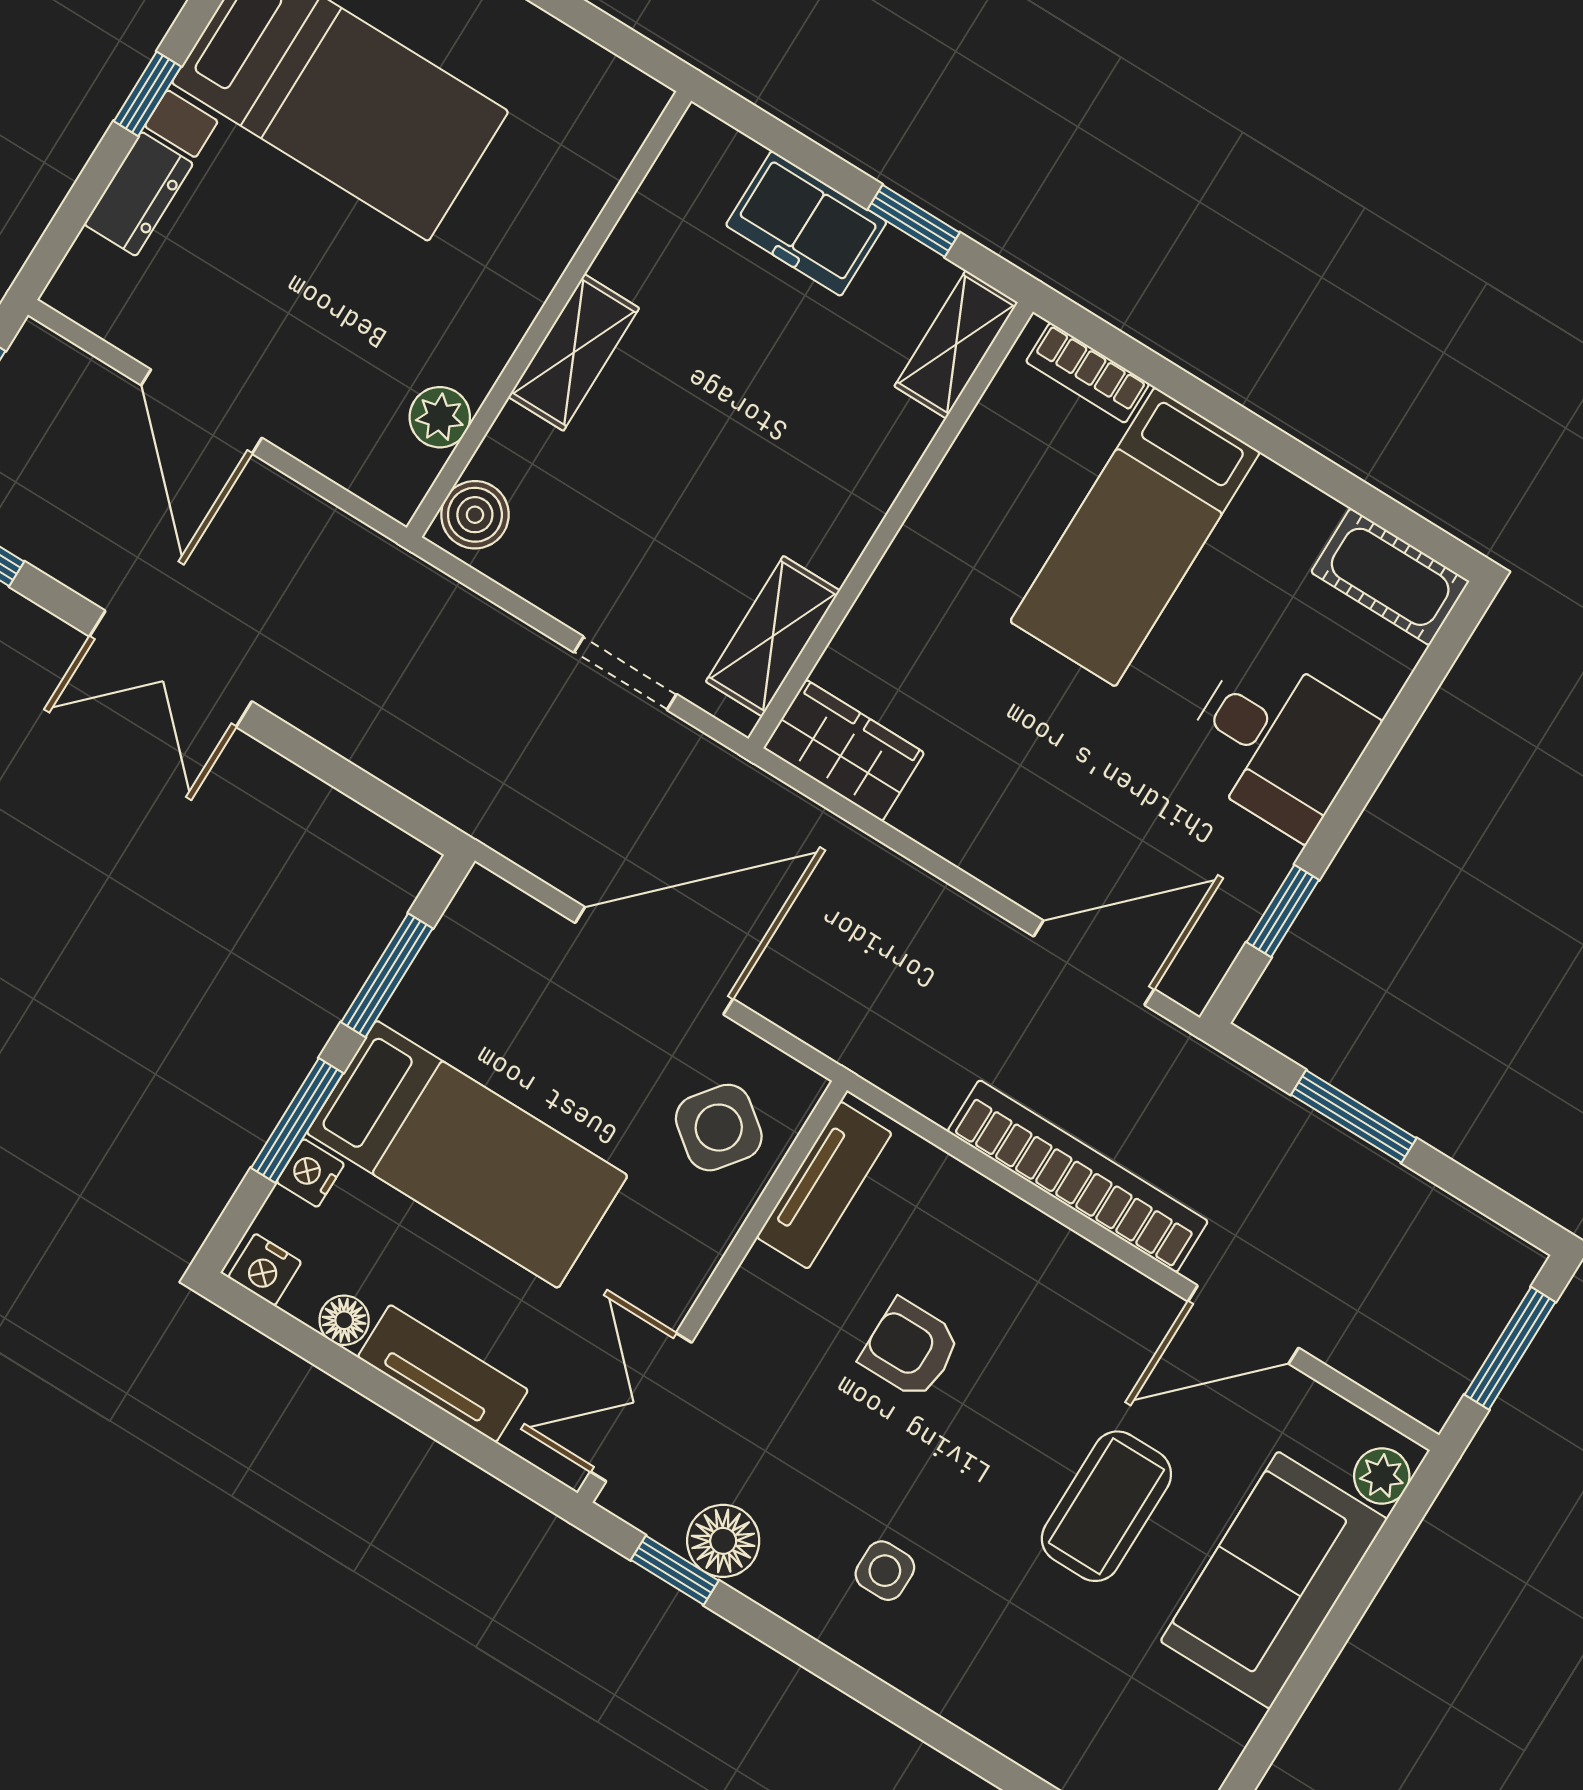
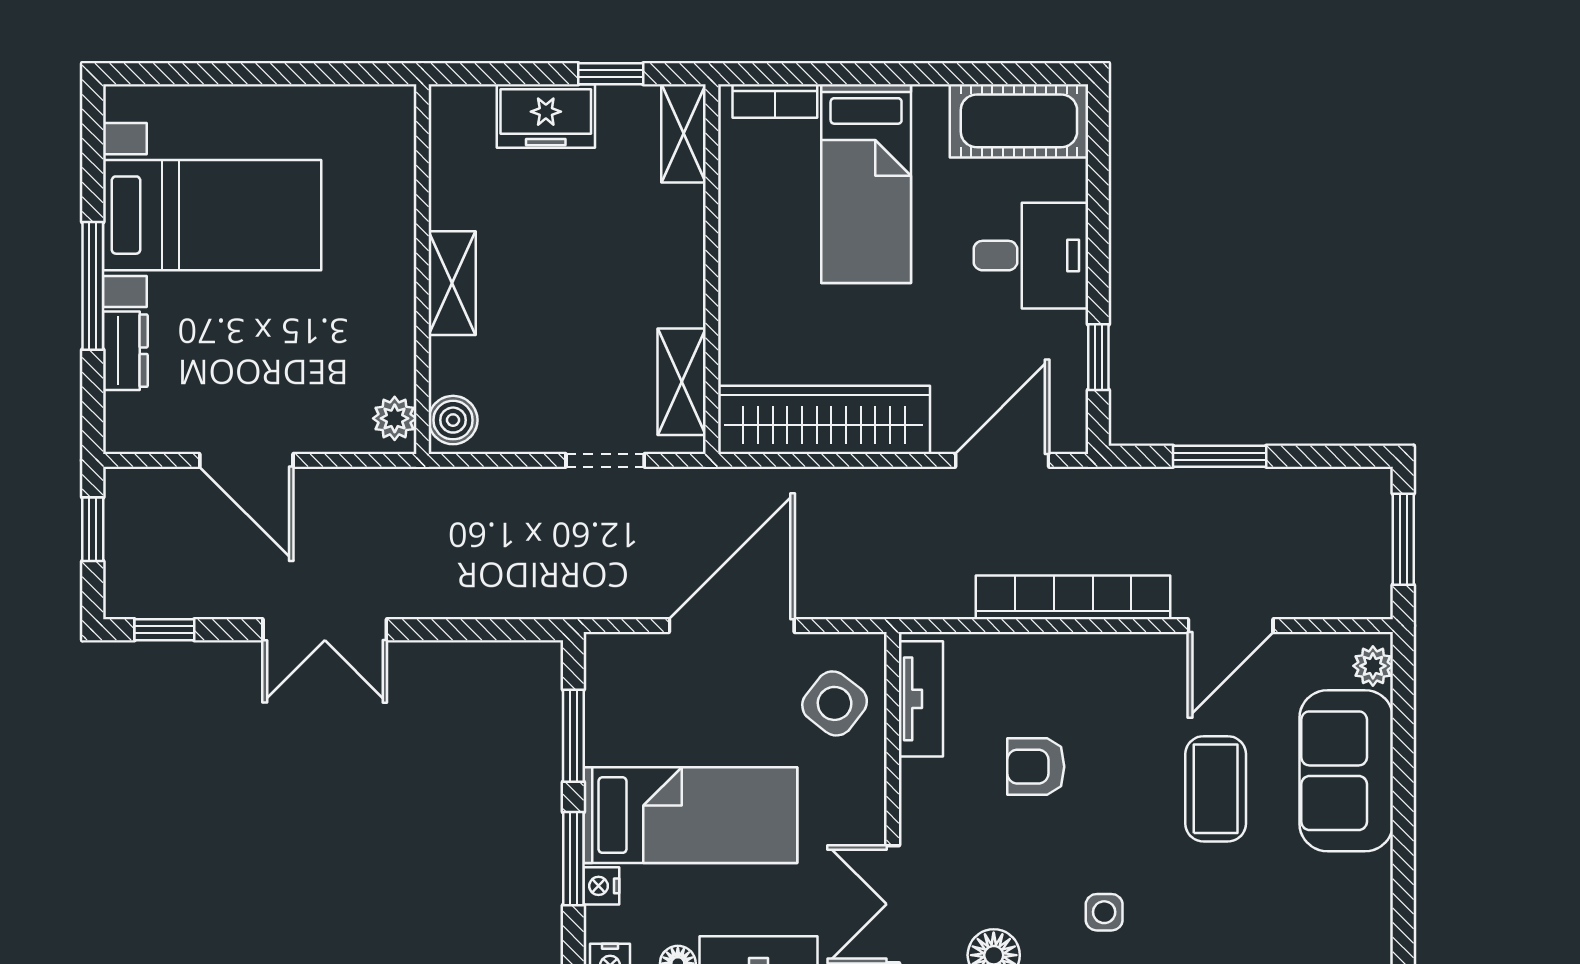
window: (147, 94) -> (93, 286), width x2.17
plant: (440, 417) -> (395, 418), moved
cot: (1390, 577) -> (1019, 121), width x1.37, depth x1.34
wardrobe: (844, 750) -> (824, 420), width x2.10, depth x1.17

